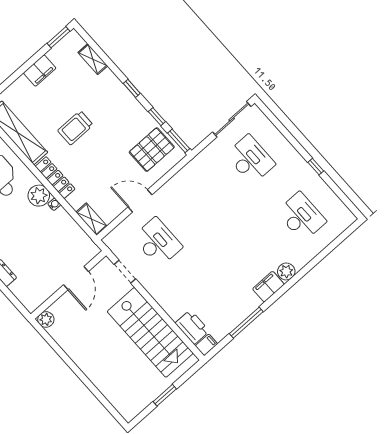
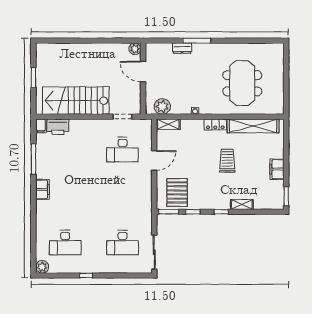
shelving: (93, 59) -> (242, 204), moved
locker: (55, 178) -> (215, 125), width x0.66
plant: (39, 196) -> (162, 106), moved
plant: (286, 271) -> (42, 267), moved
door: (76, 278) -> (143, 72), moved

